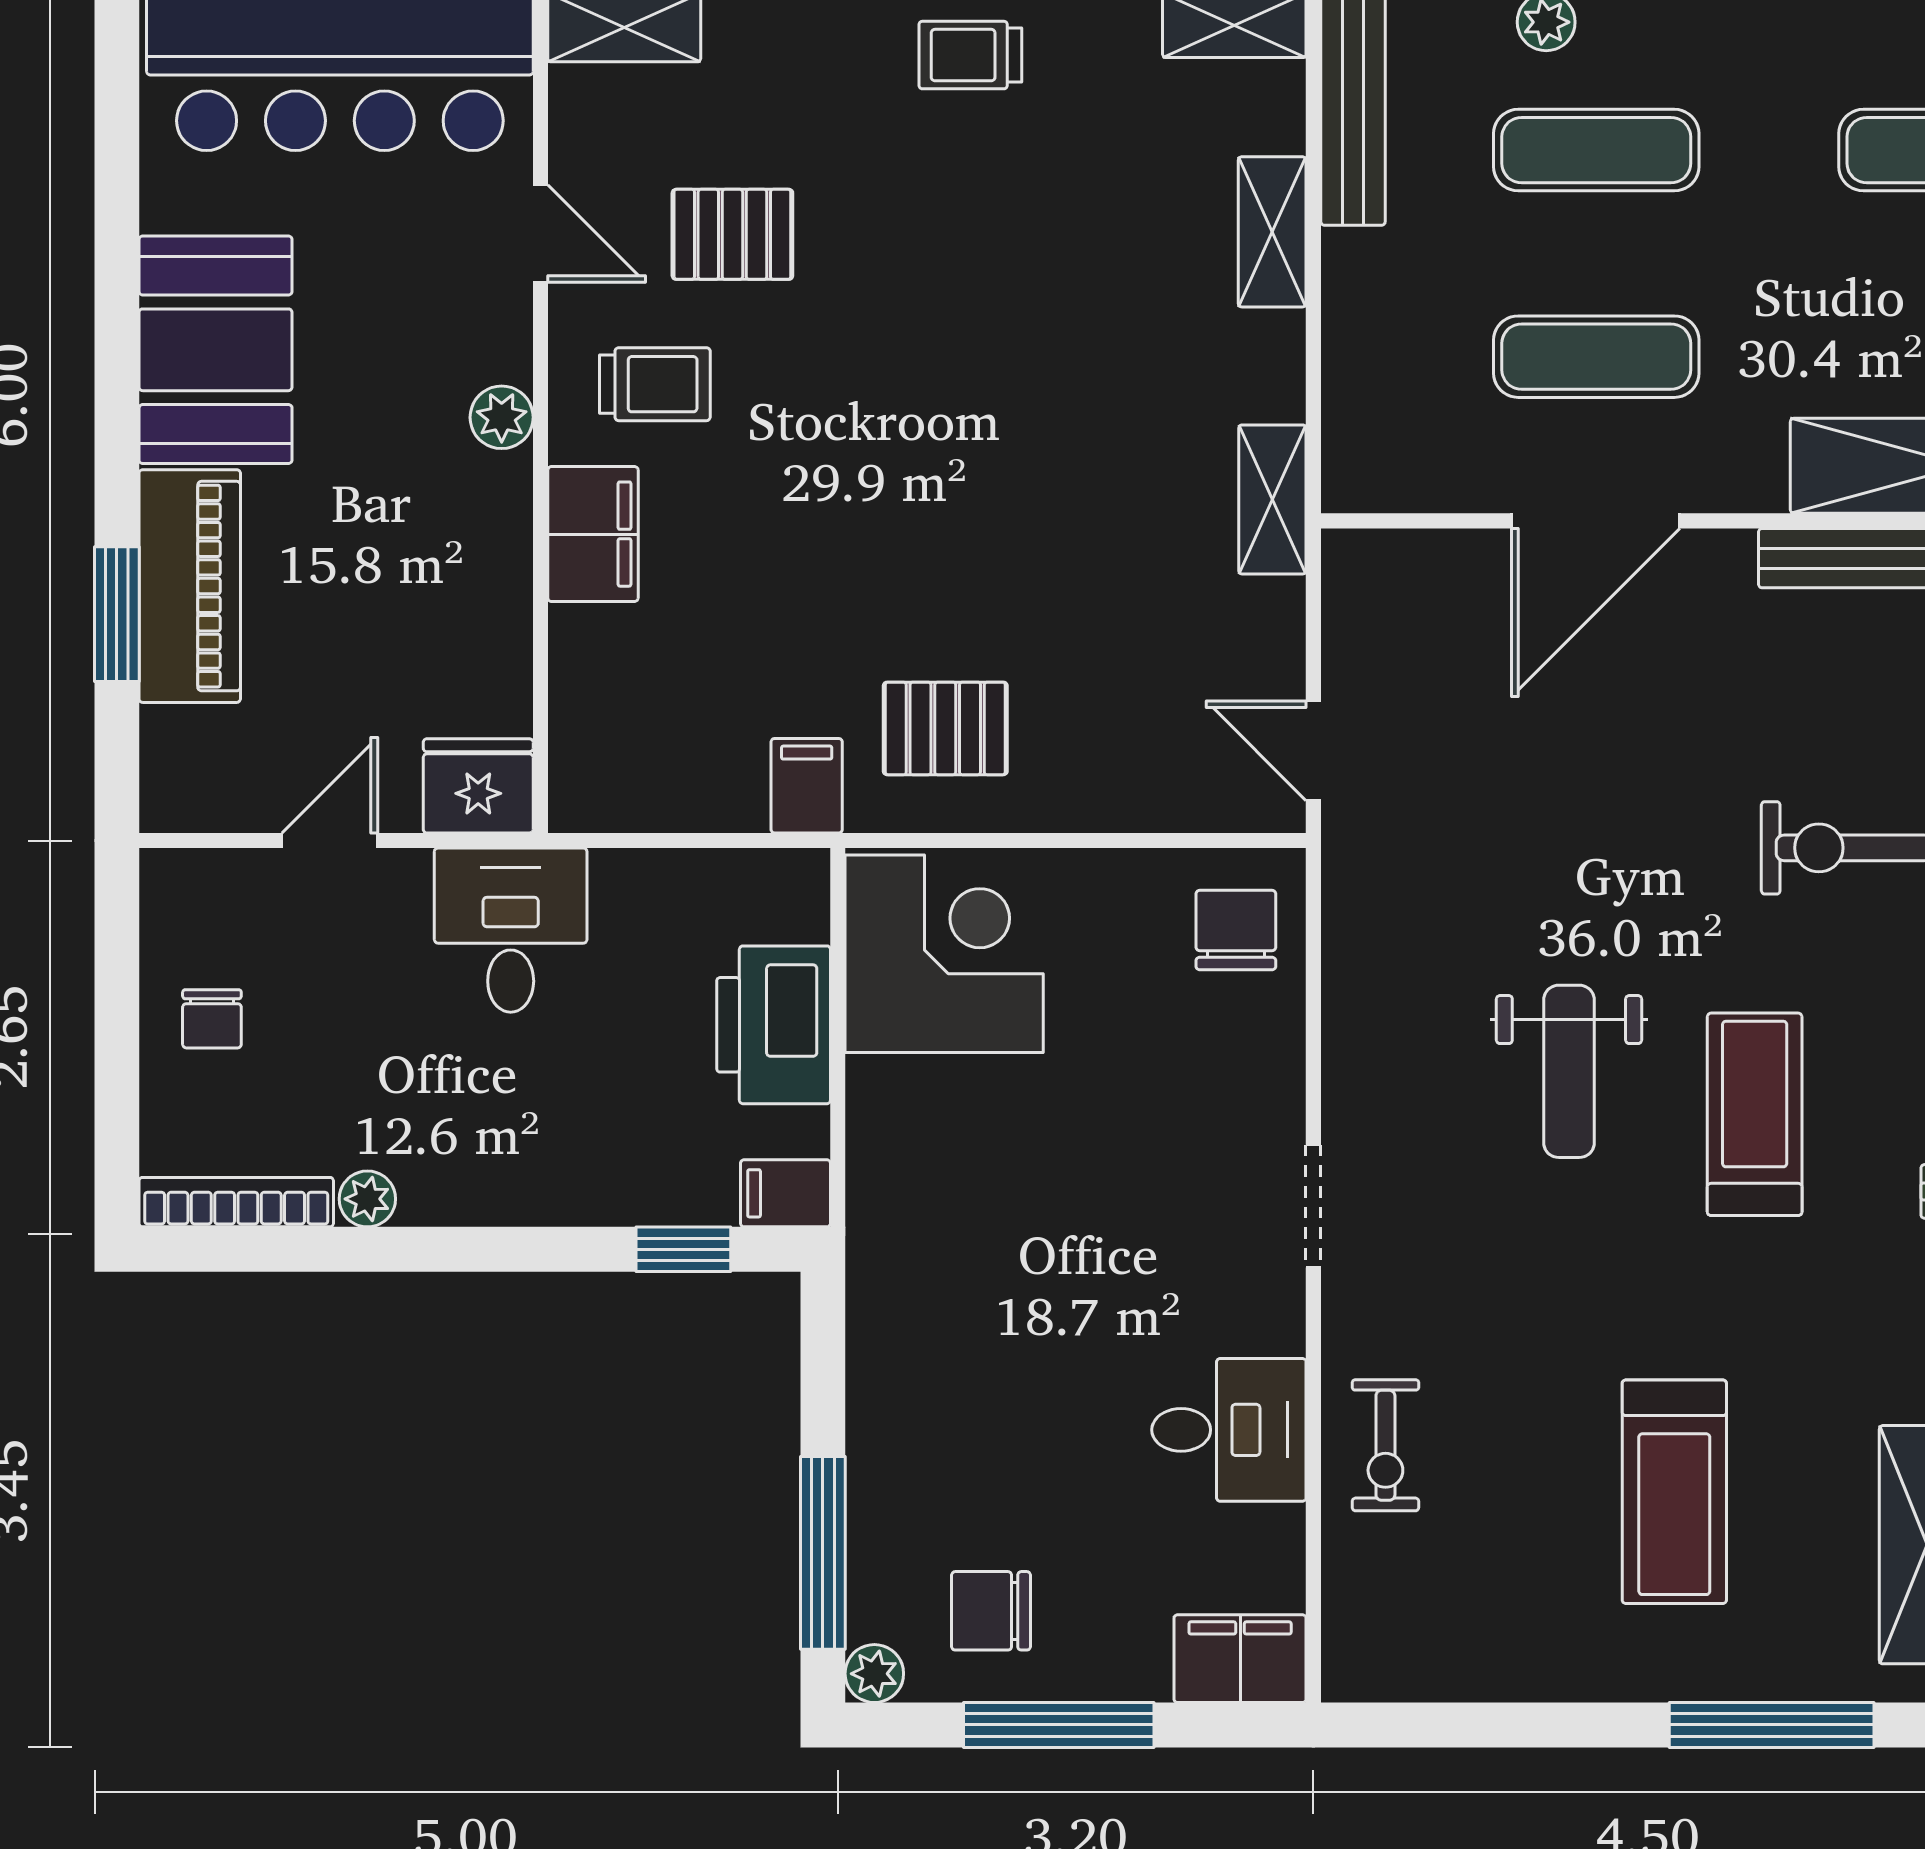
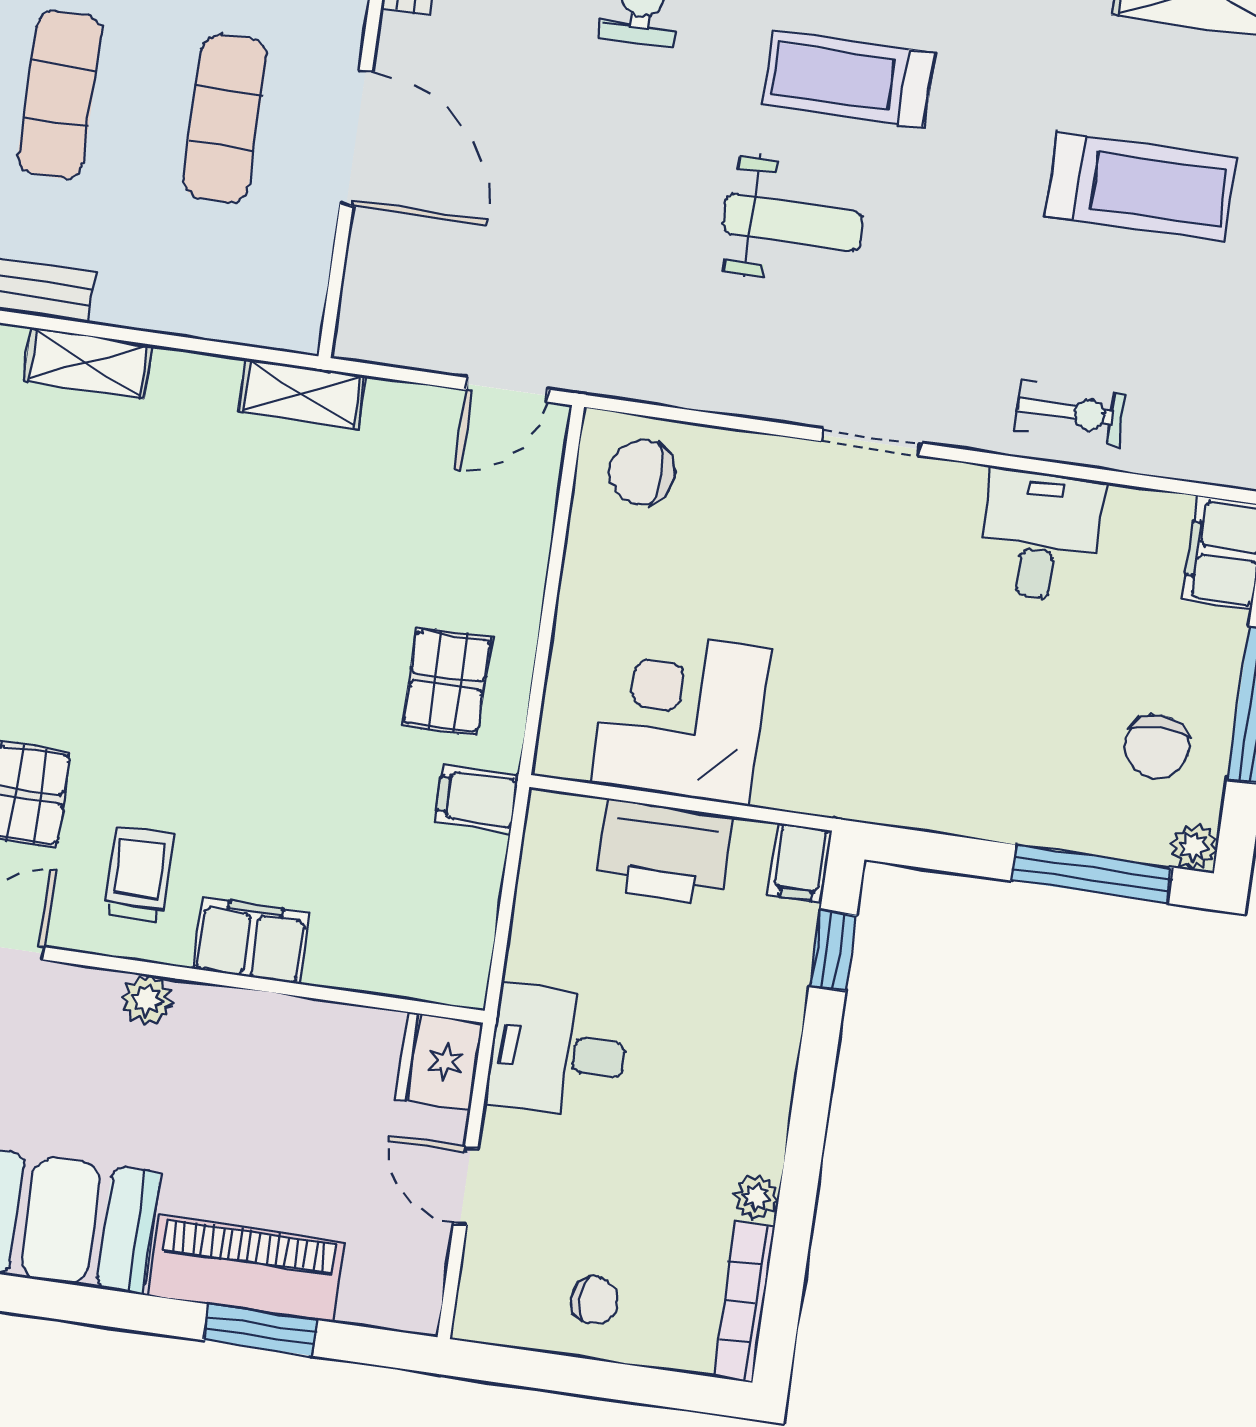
corner desk: (944, 954) -> (681, 716), moved

